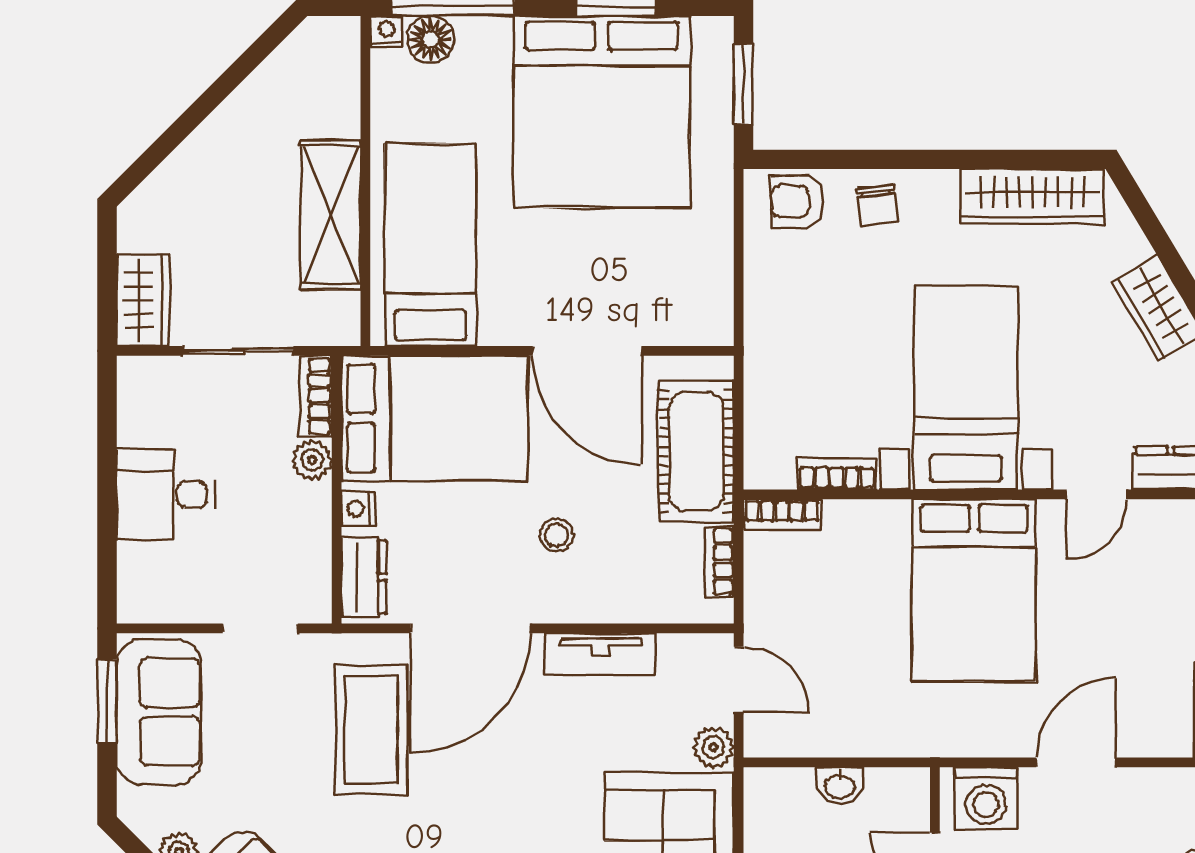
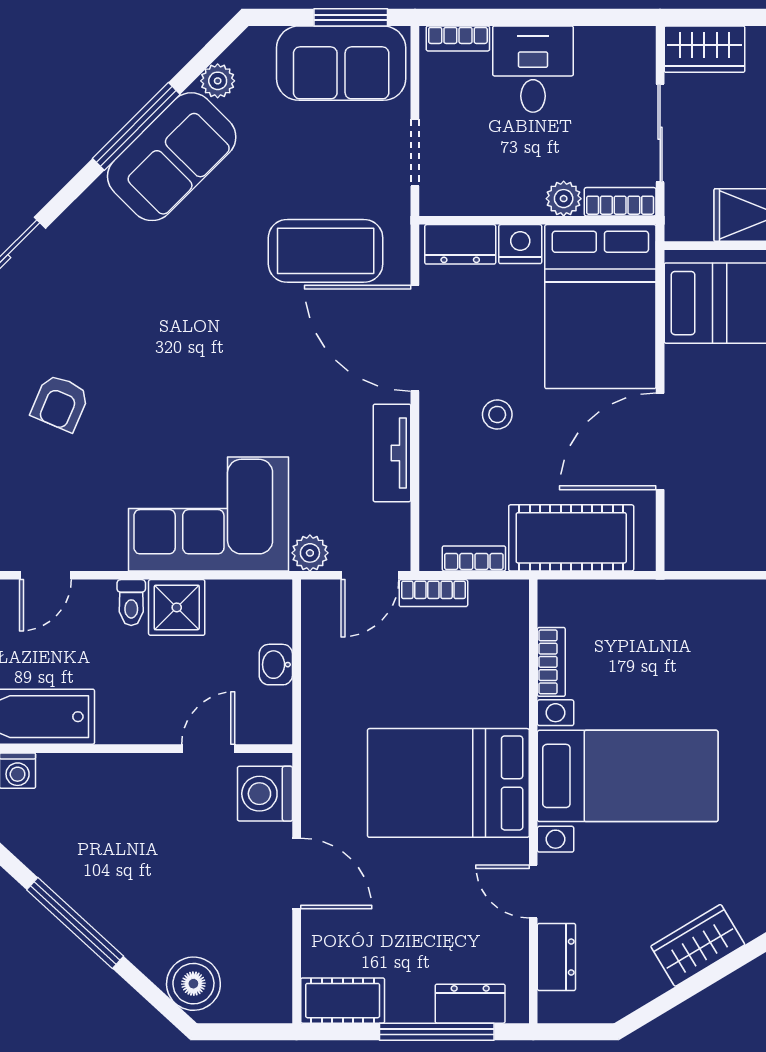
nightstand: (358, 509) -> (520, 244), width x1.39, depth x1.35
bookcase: (782, 515) -> (433, 593), moved, turned -90
bookcase: (131, 580) -> (458, 38), added

